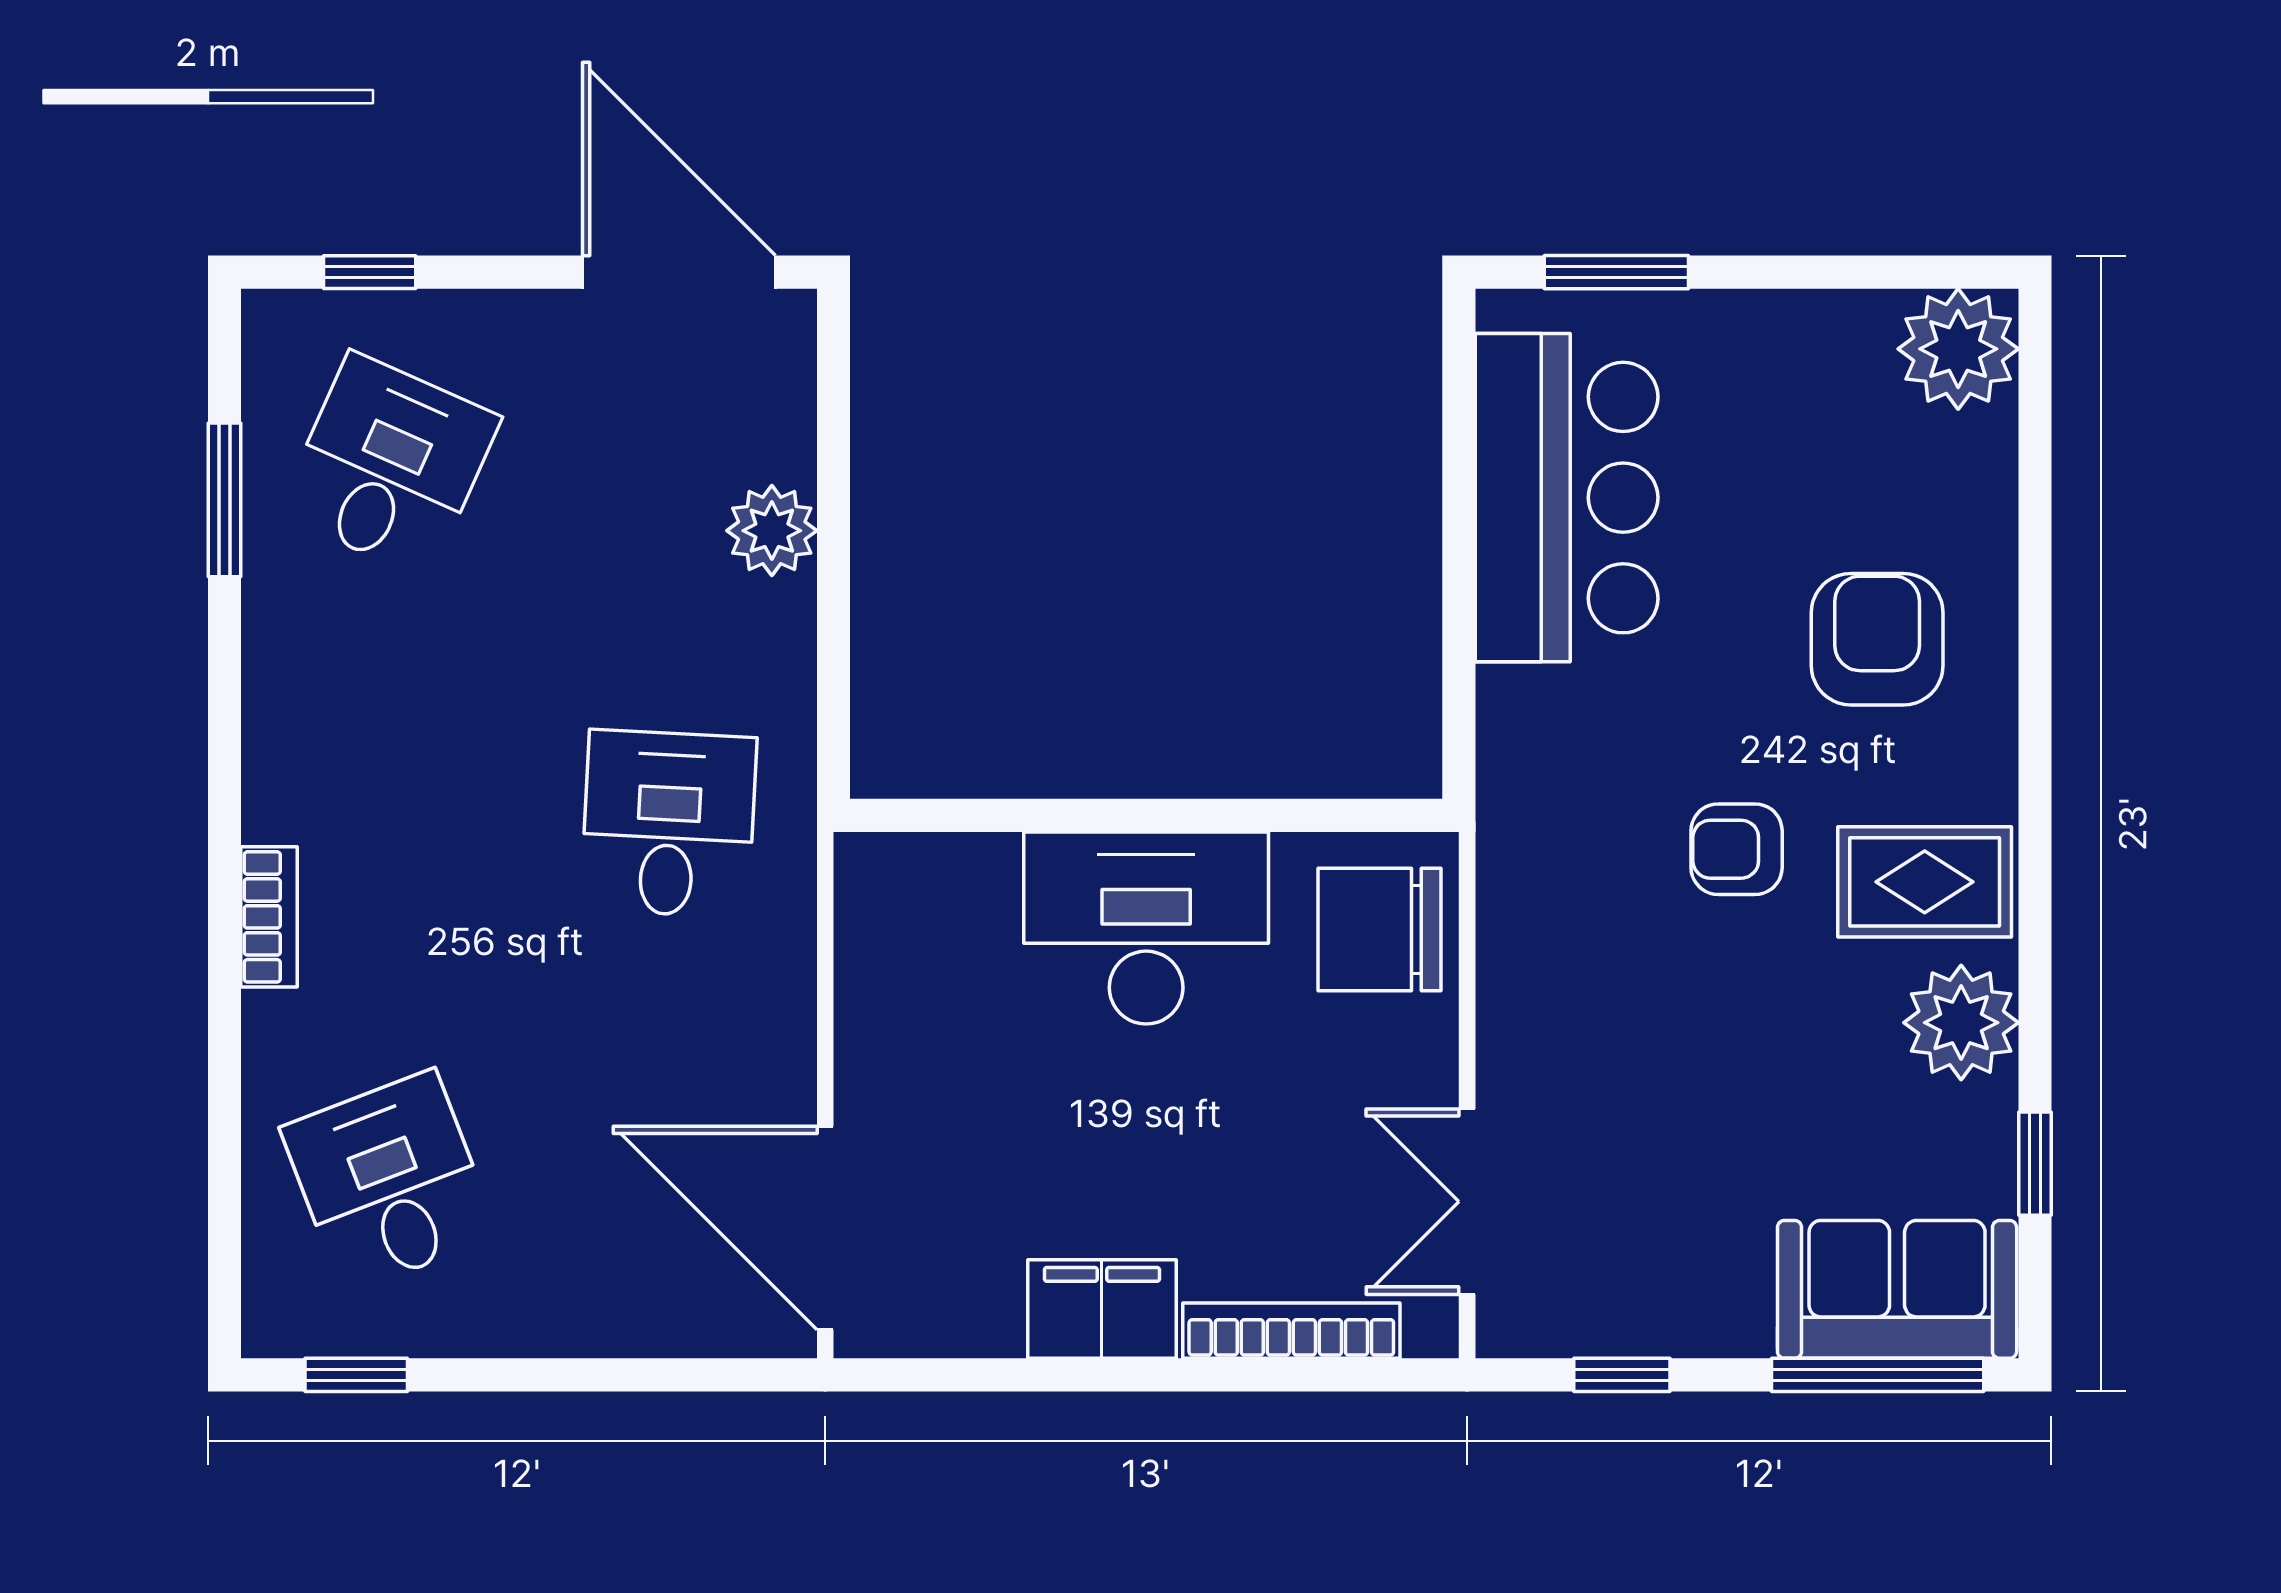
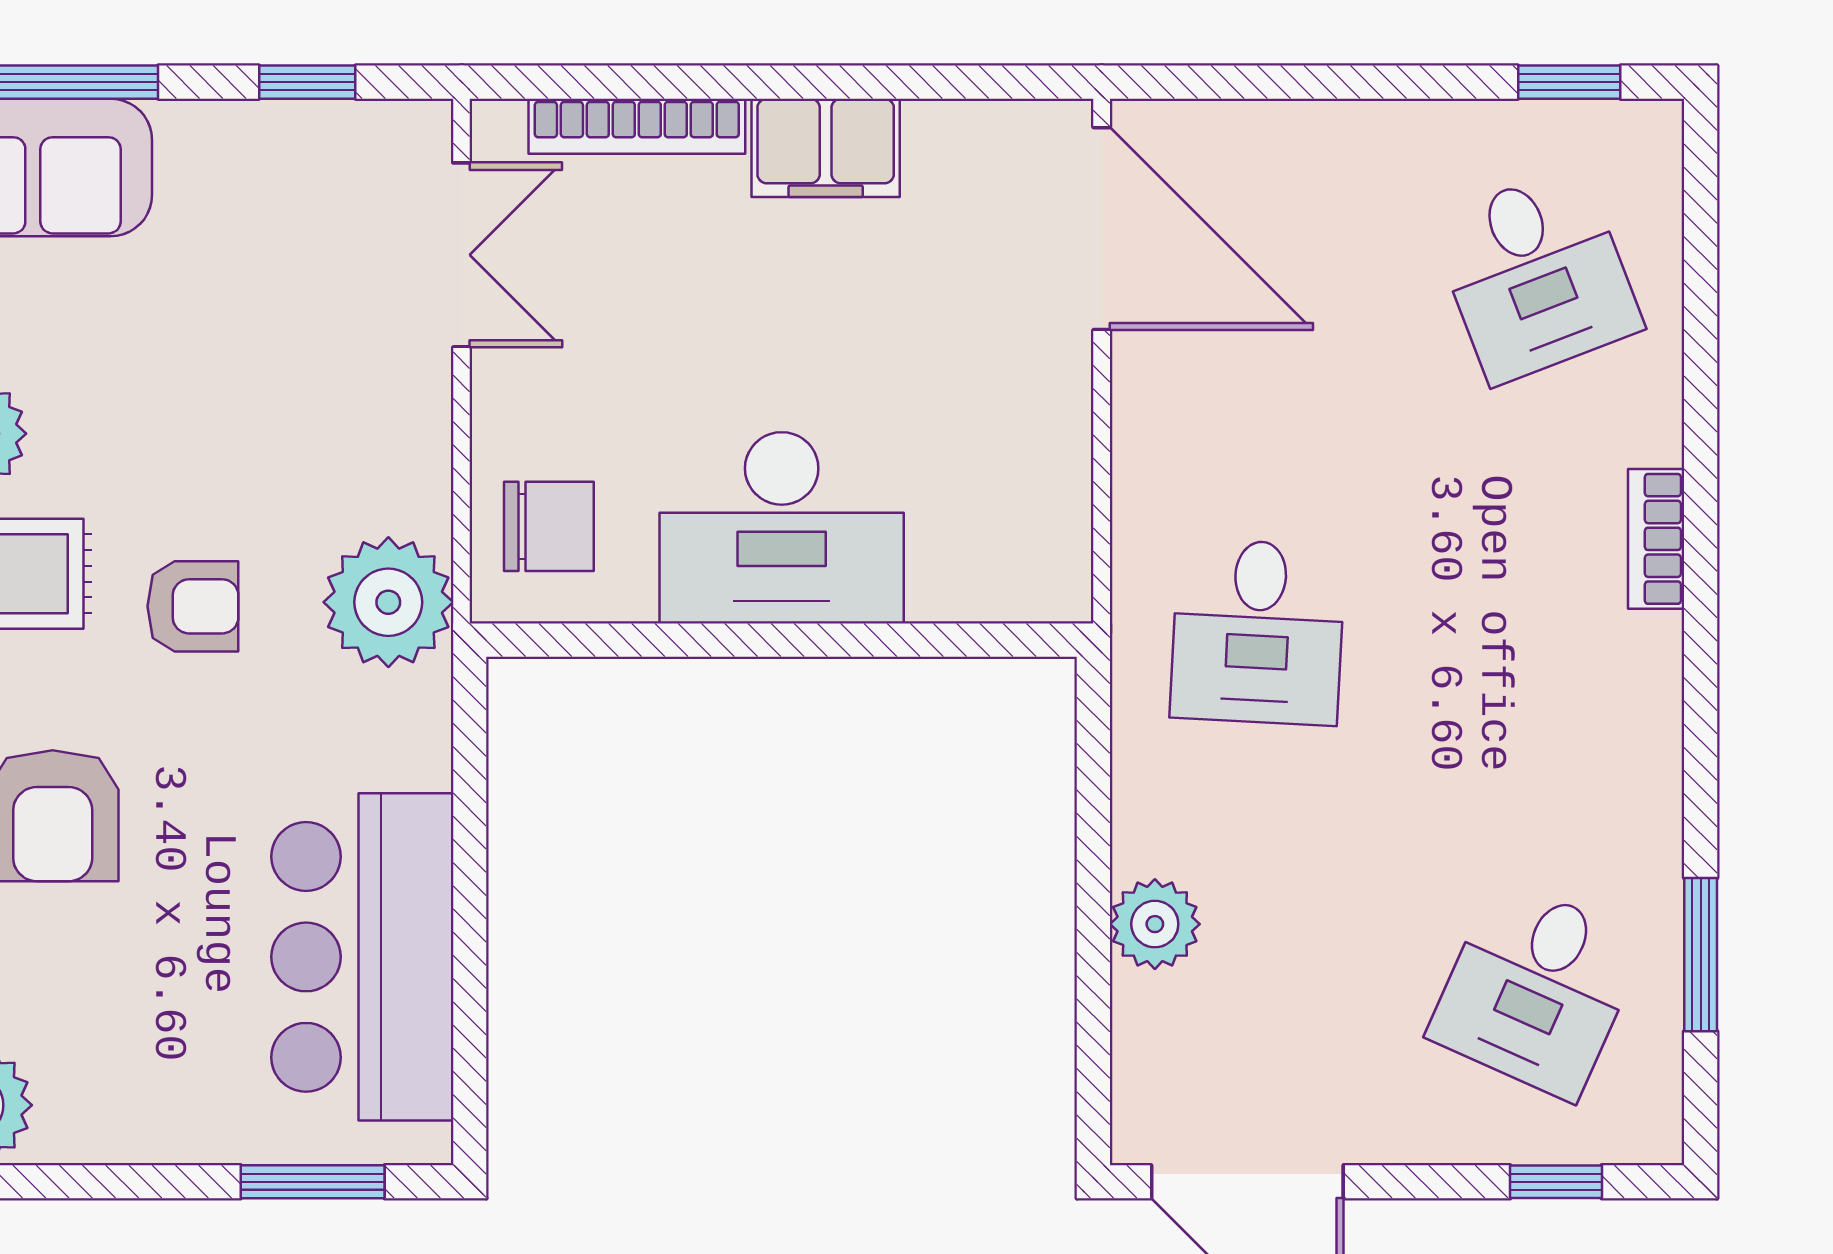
plant: (1541, 853) -> (388, 602), added
chair: (1380, 929) -> (549, 526), width x0.73, depth x0.73

